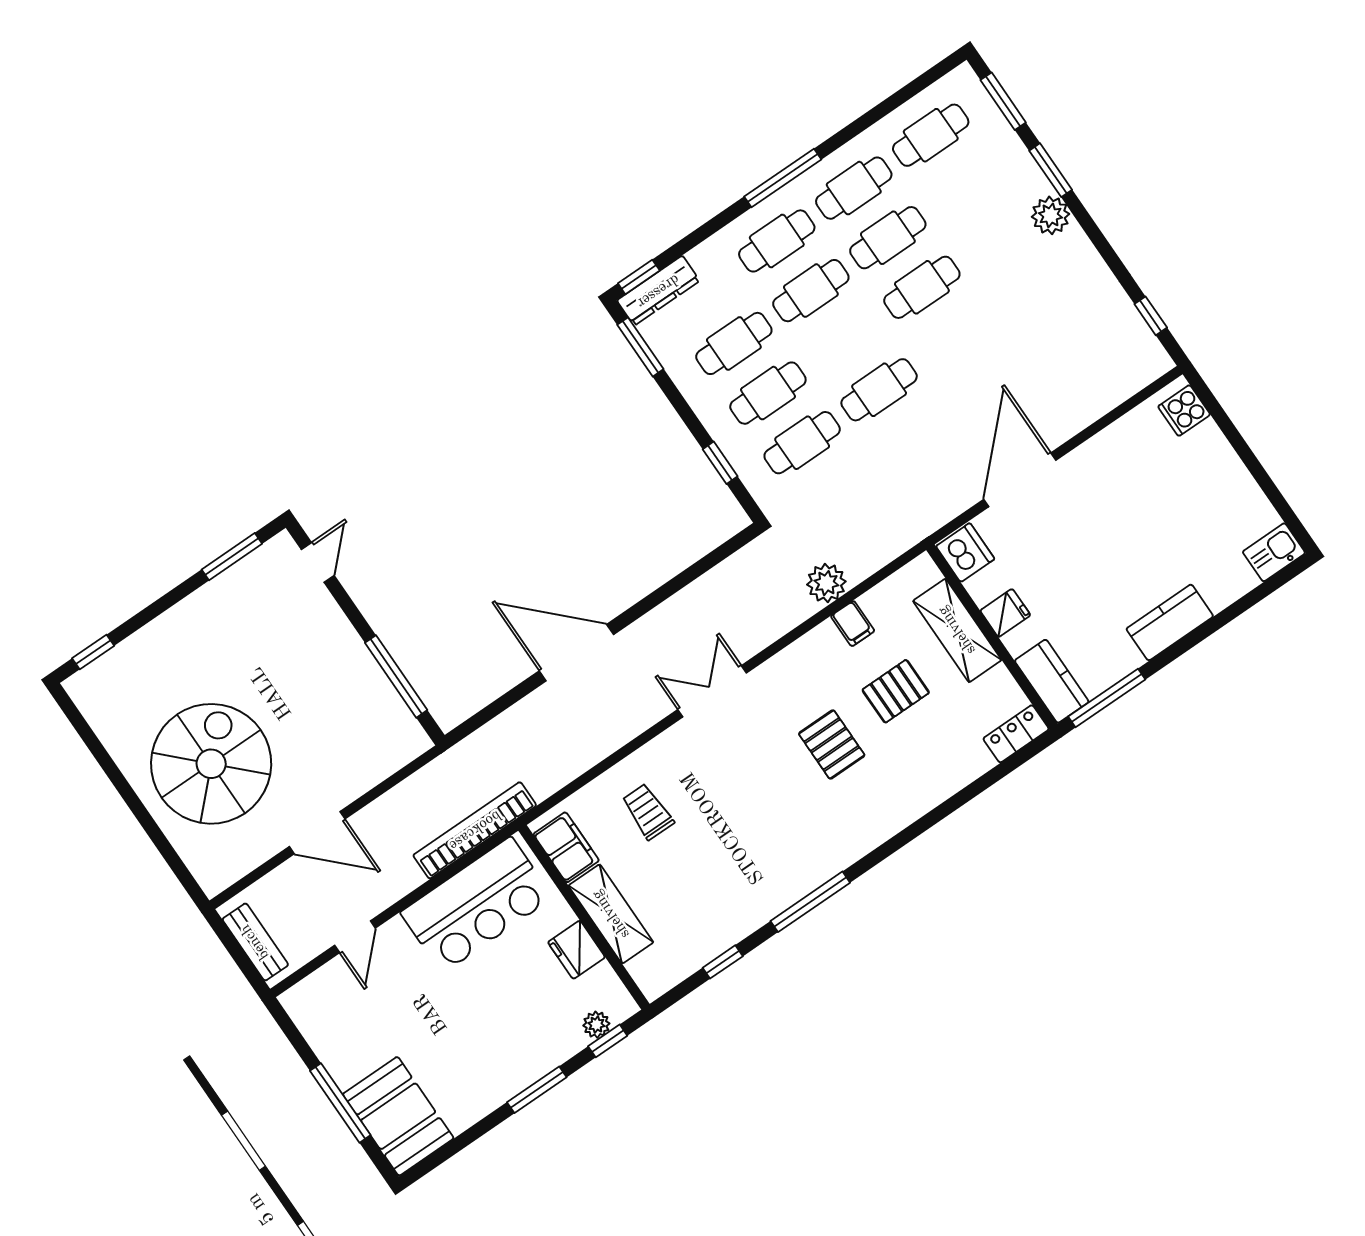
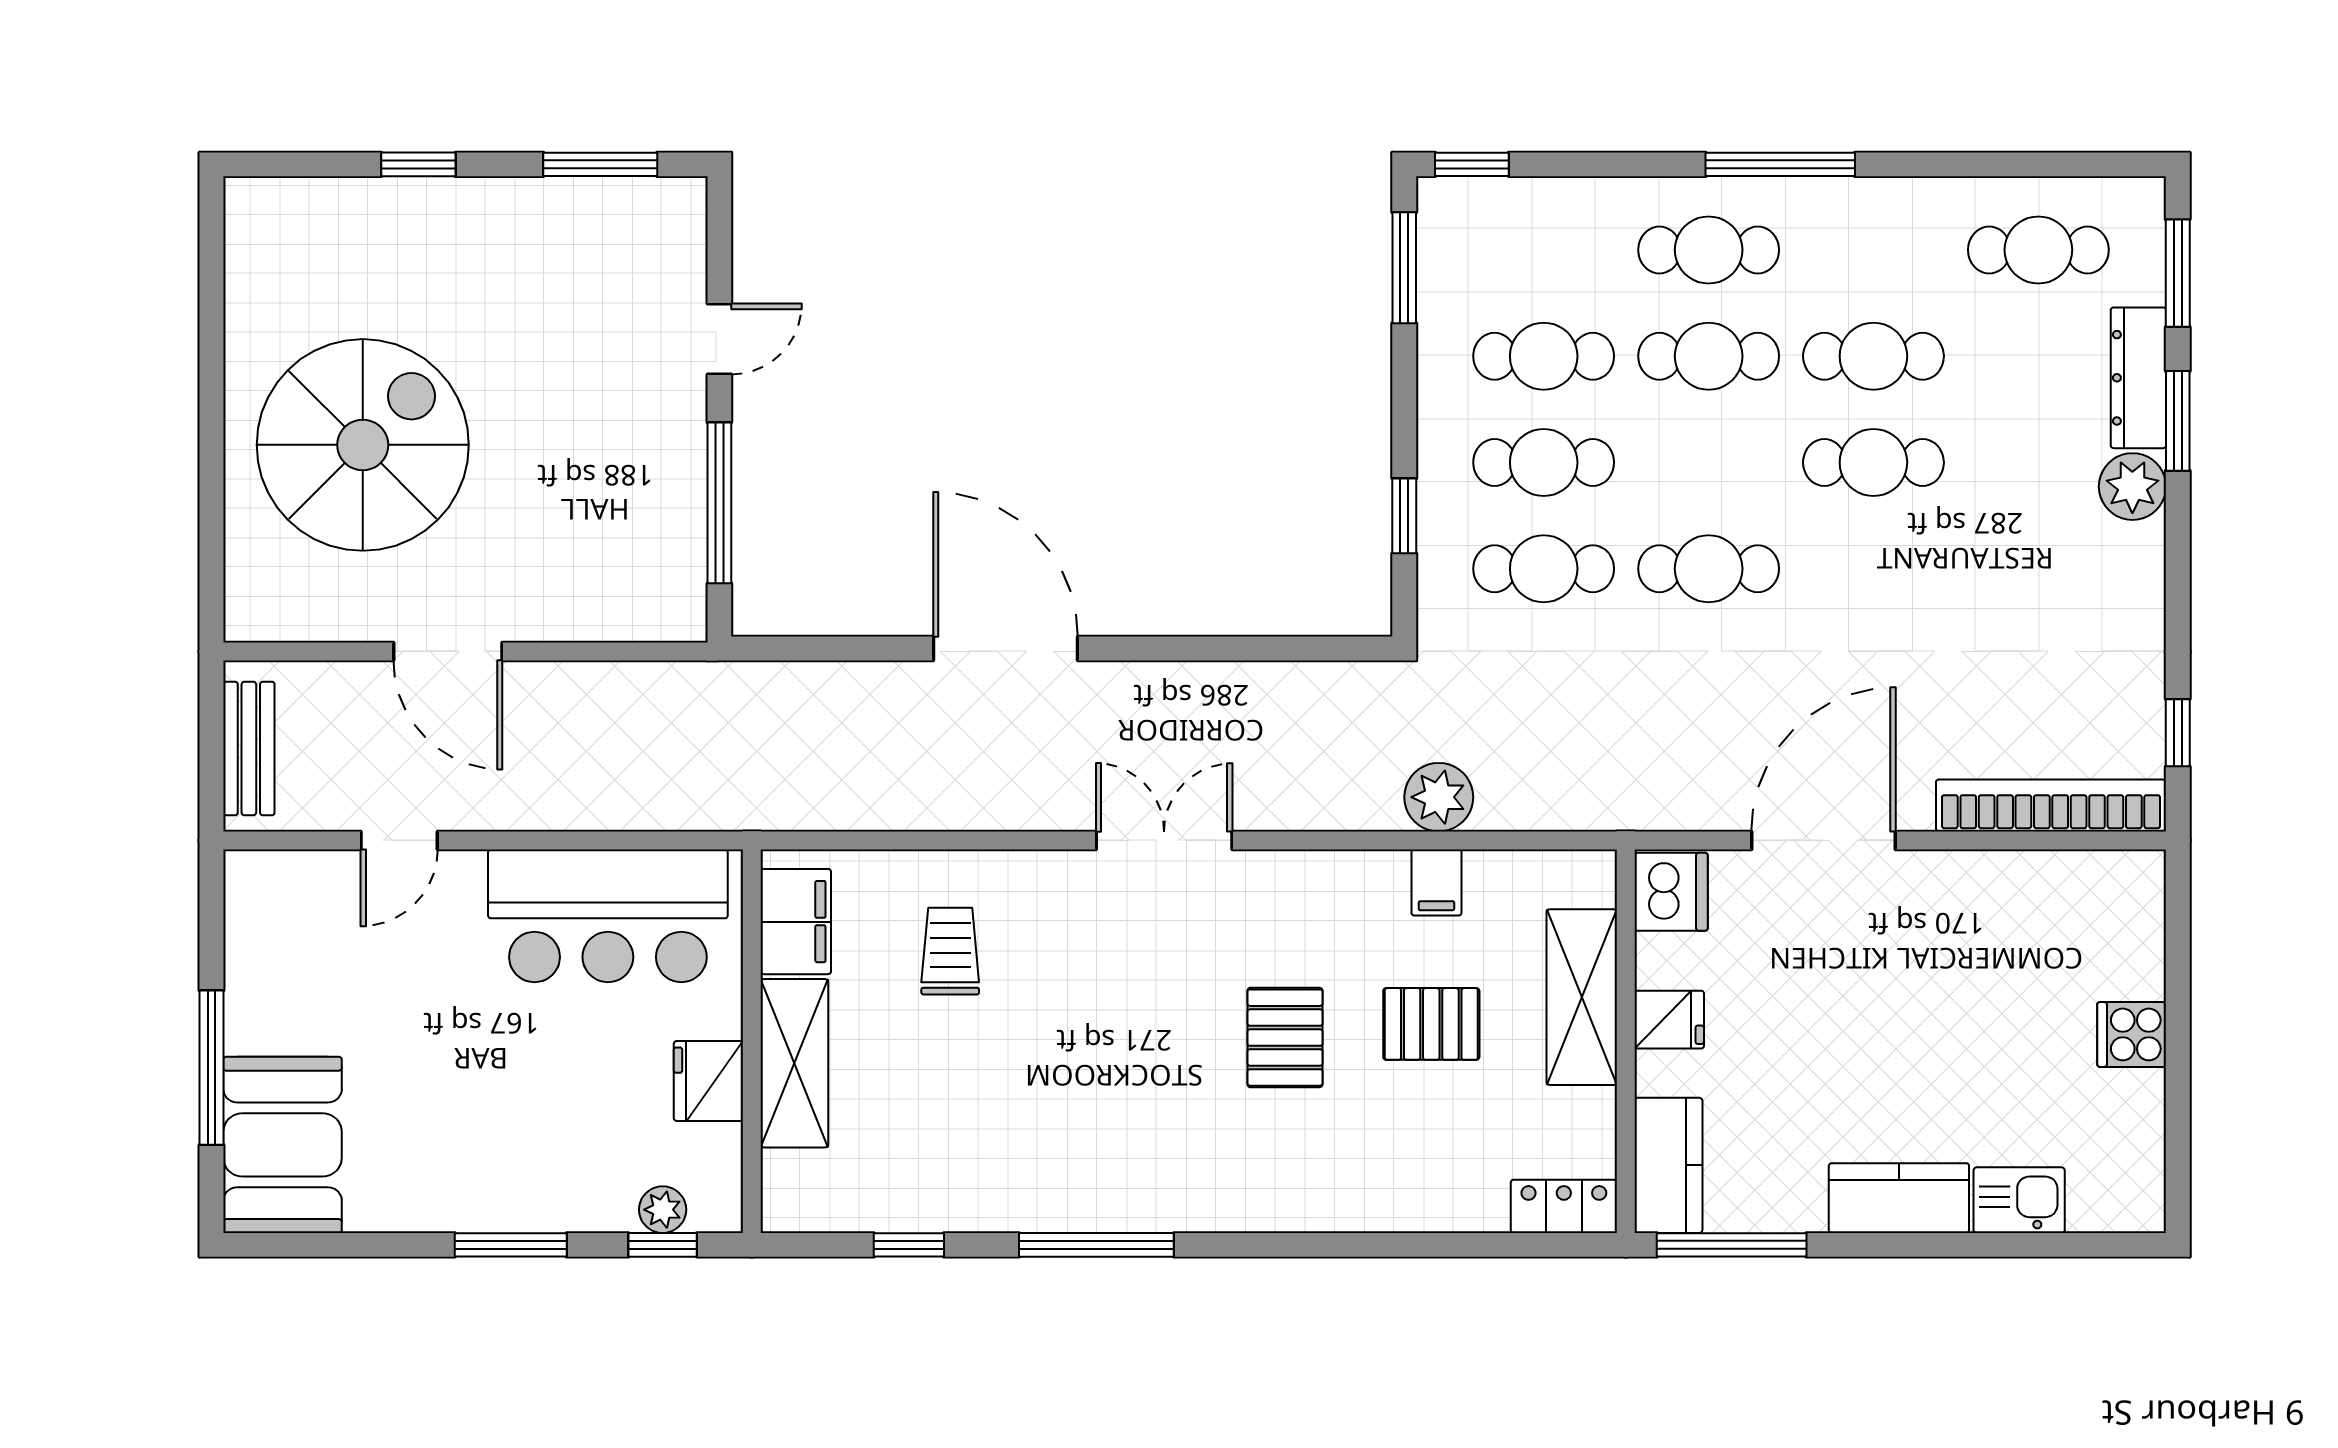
cafe table: (854, 188) -> (1873, 250), removed
dresser: (658, 291) -> (2138, 378), moved, turned 90
cooker: (1184, 411) -> (2132, 1034), moved
kitchen sink: (1274, 552) -> (2019, 1200), moved
door: (318, 562) -> (719, 339), moved
window: (93, 652) -> (418, 164), moved
bookcase: (475, 830) -> (2051, 805), moved

